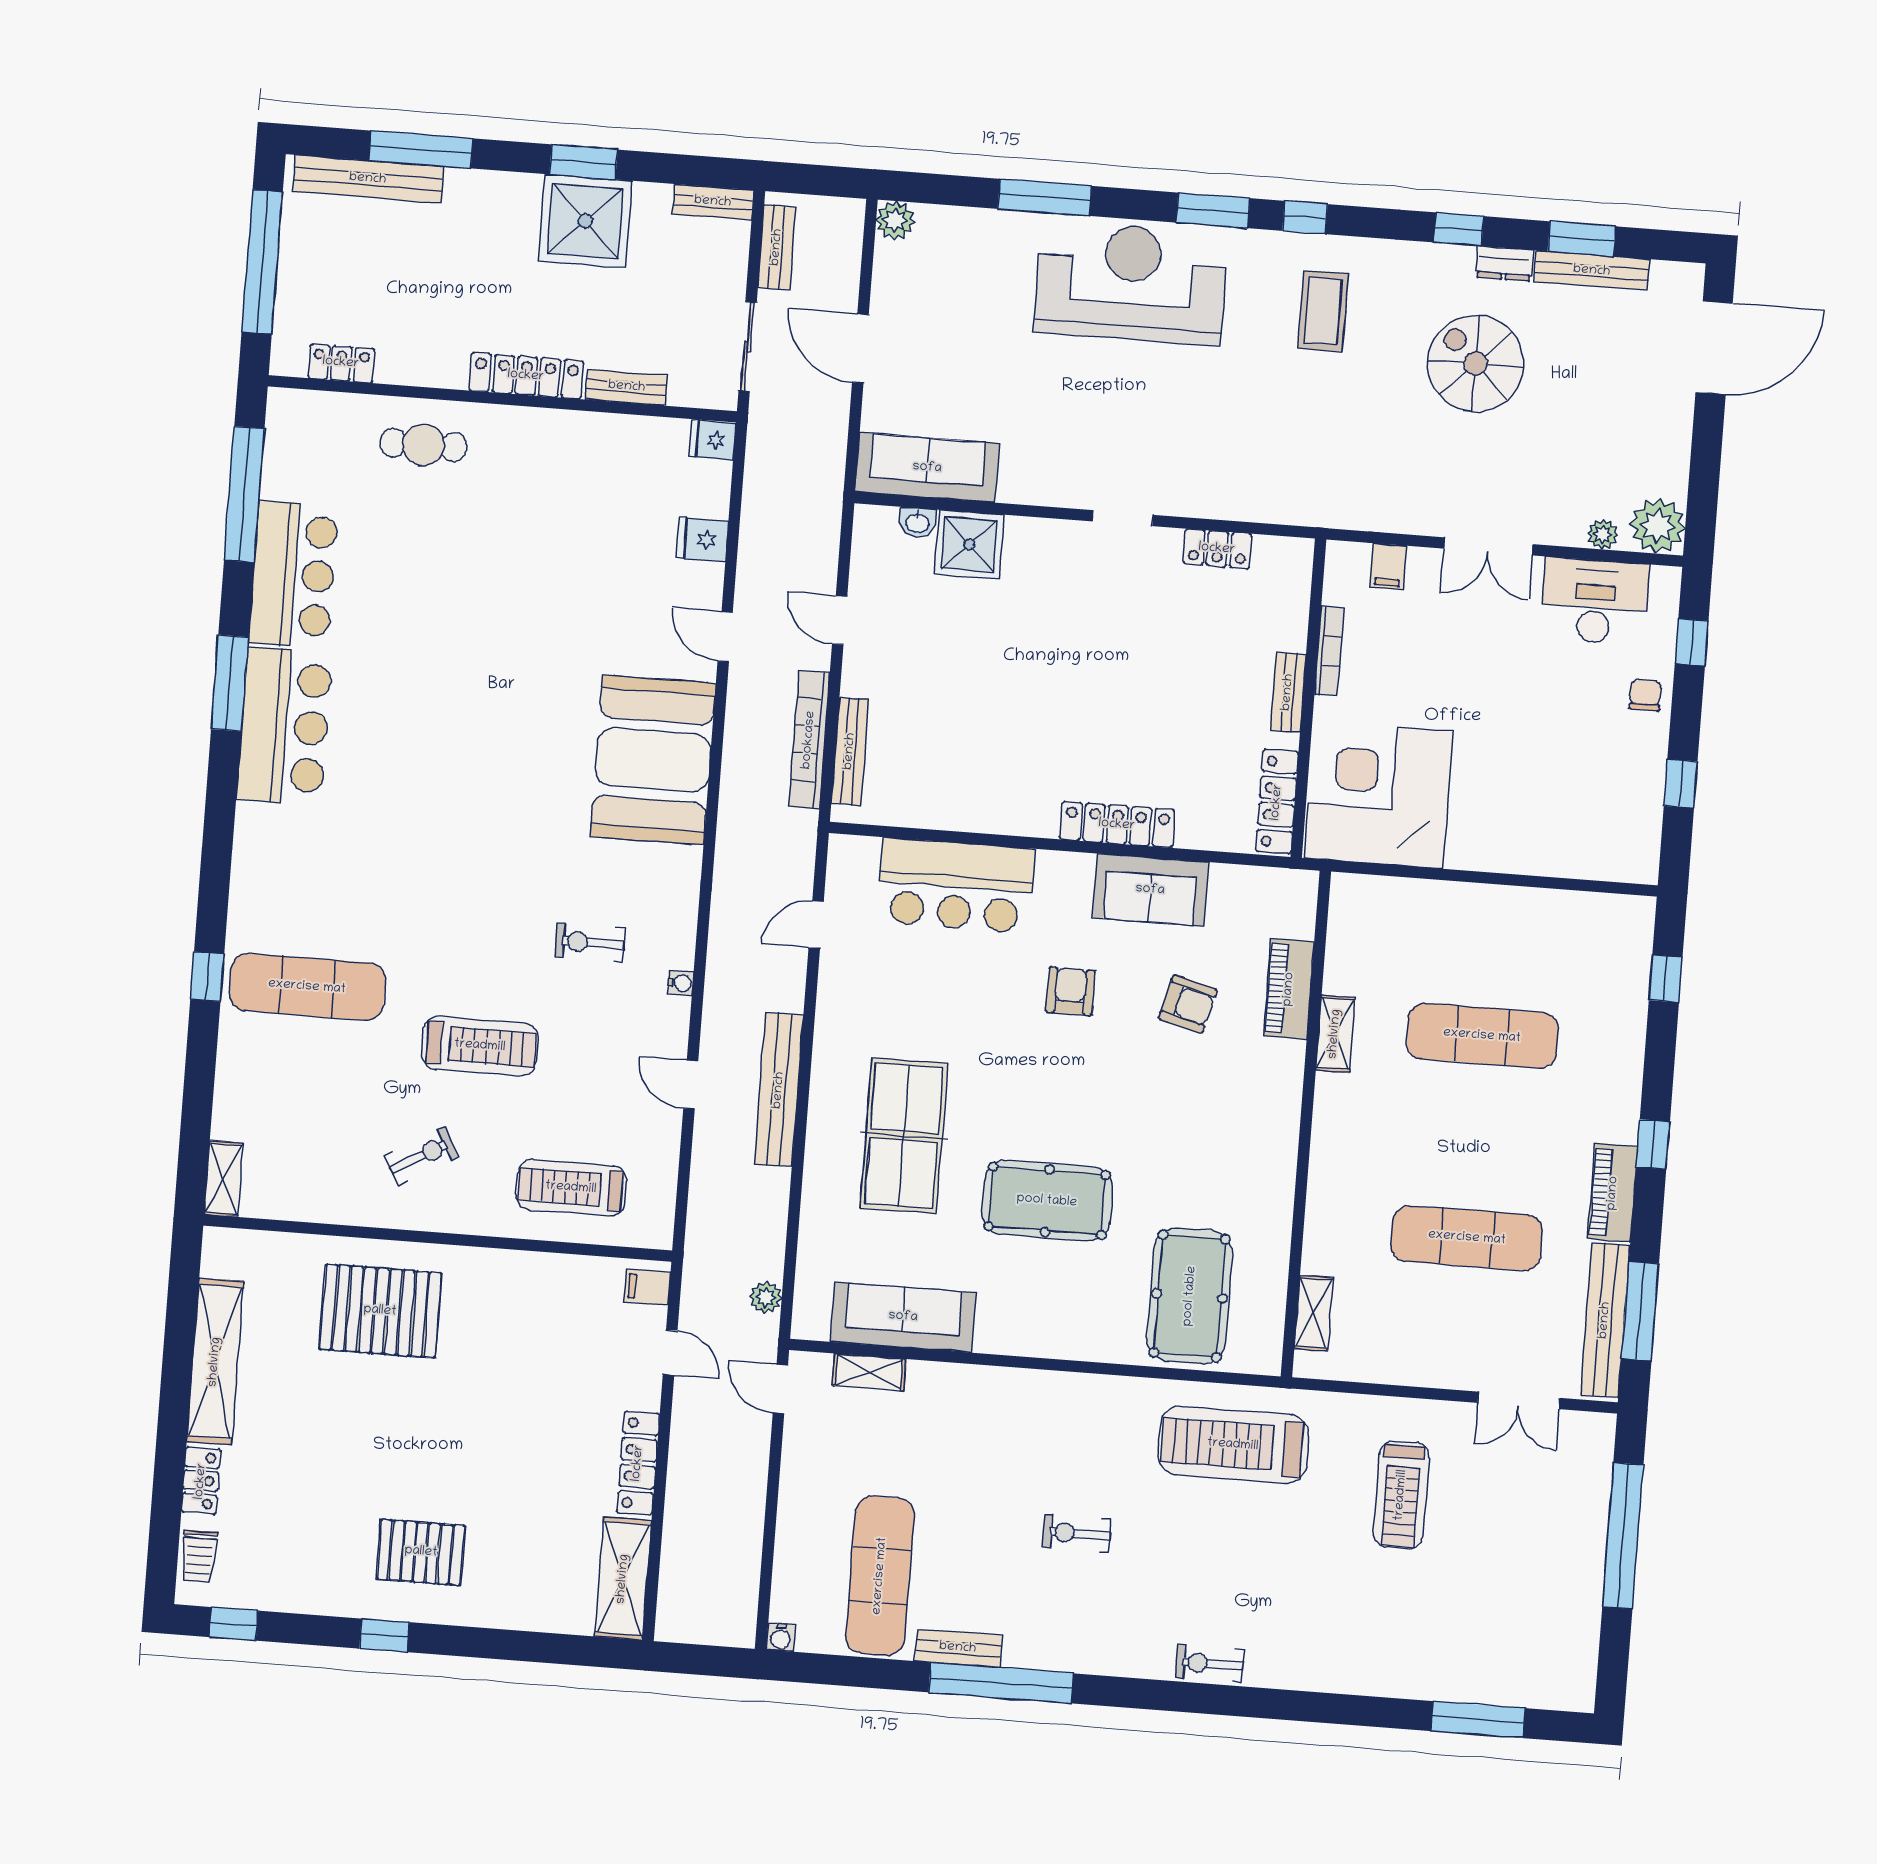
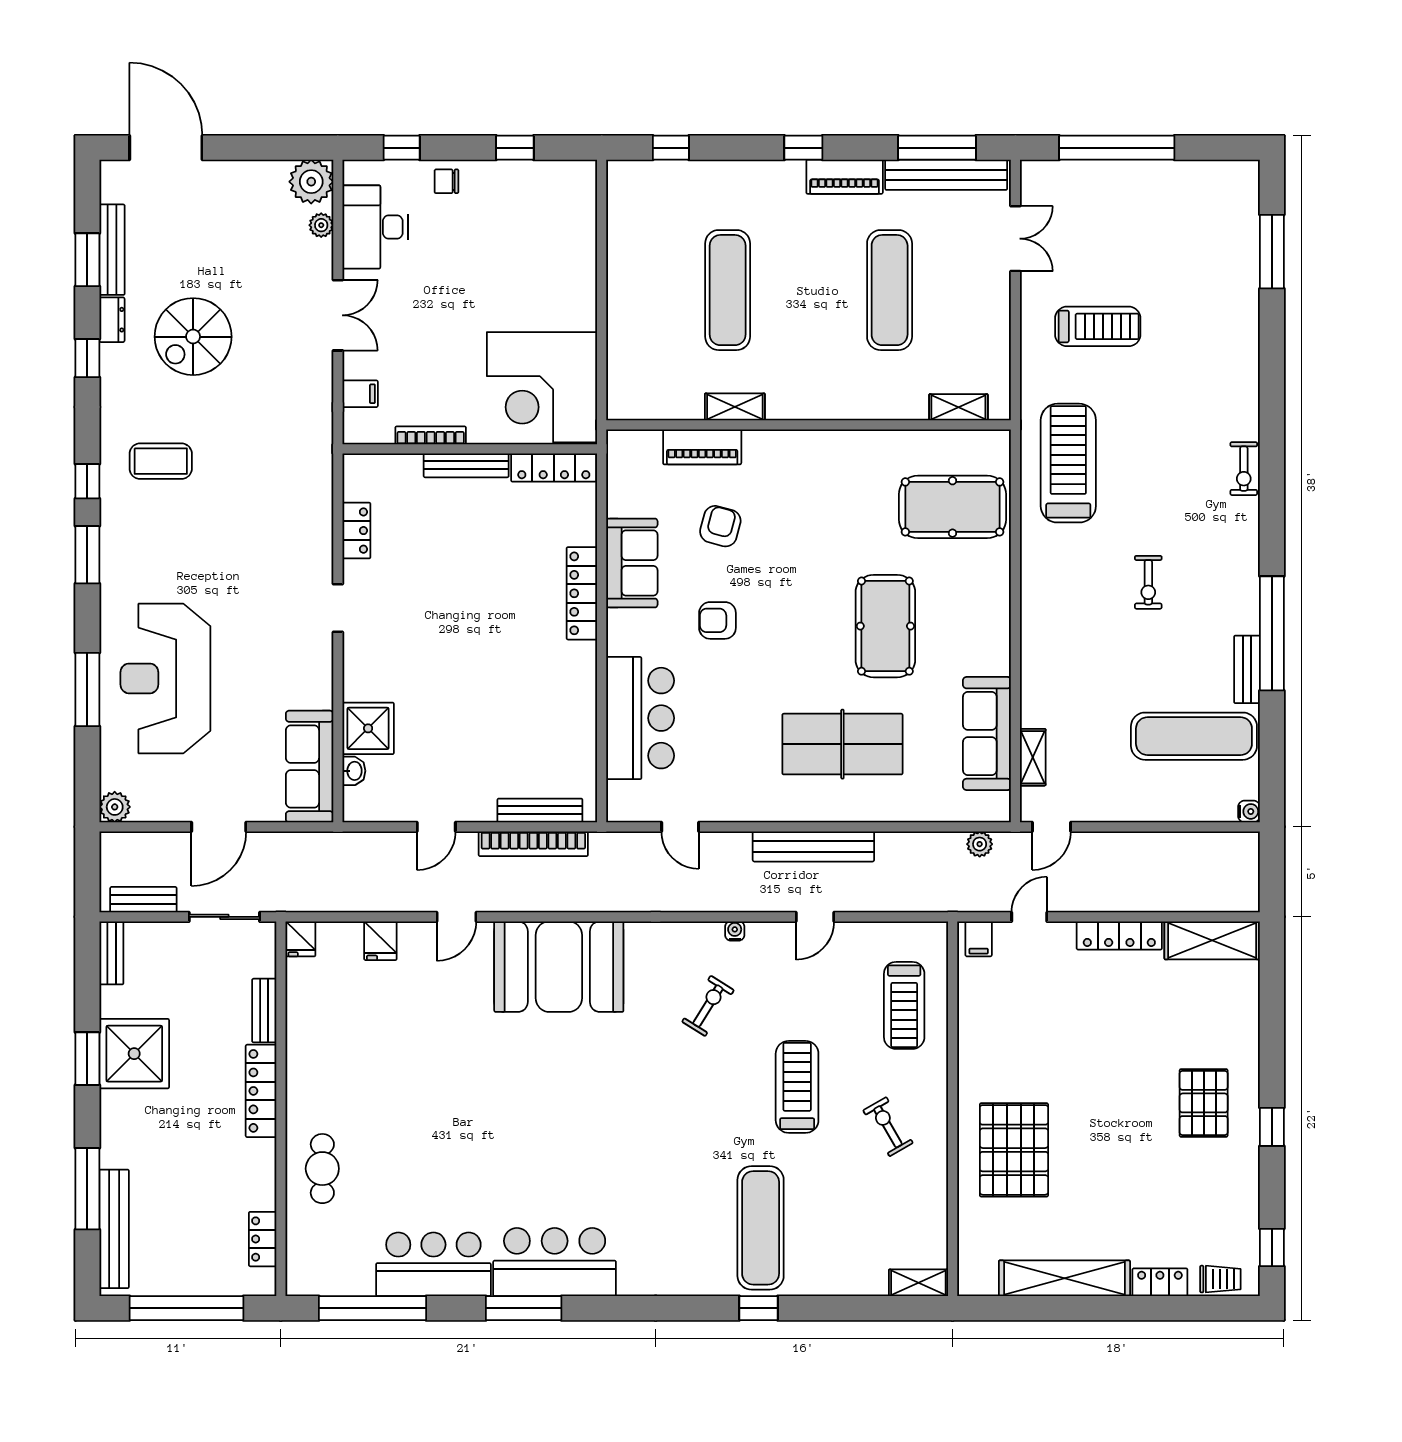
reception desk: (1131, 283) -> (165, 678), moved
bench: (1288, 692) -> (466, 465), width x1.36
exercise bike: (590, 942) -> (708, 1006), turned -148
treadmill: (1233, 1445) -> (1068, 463), turned 180

